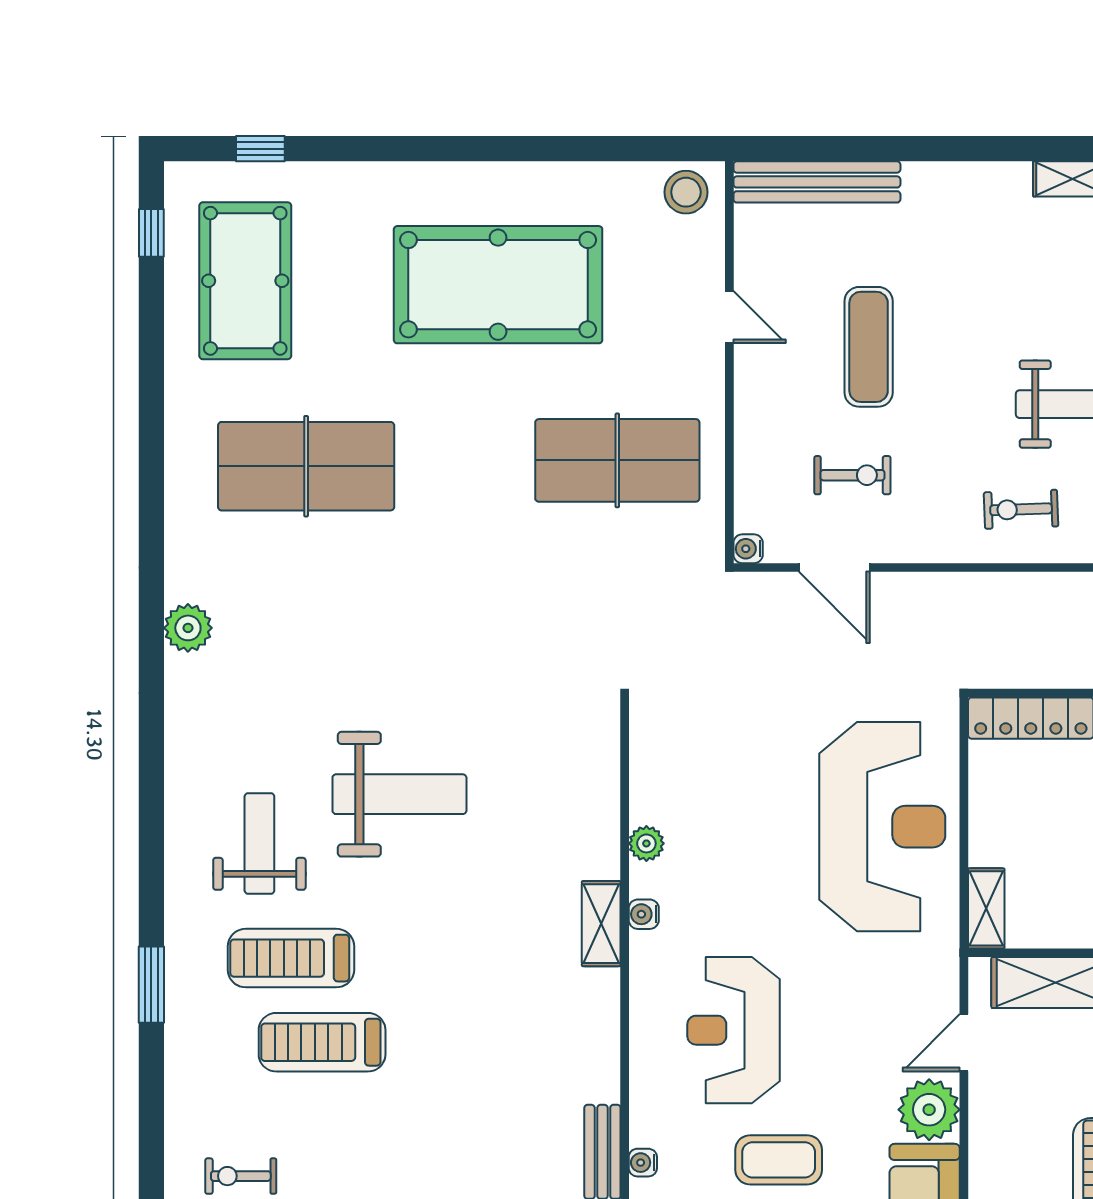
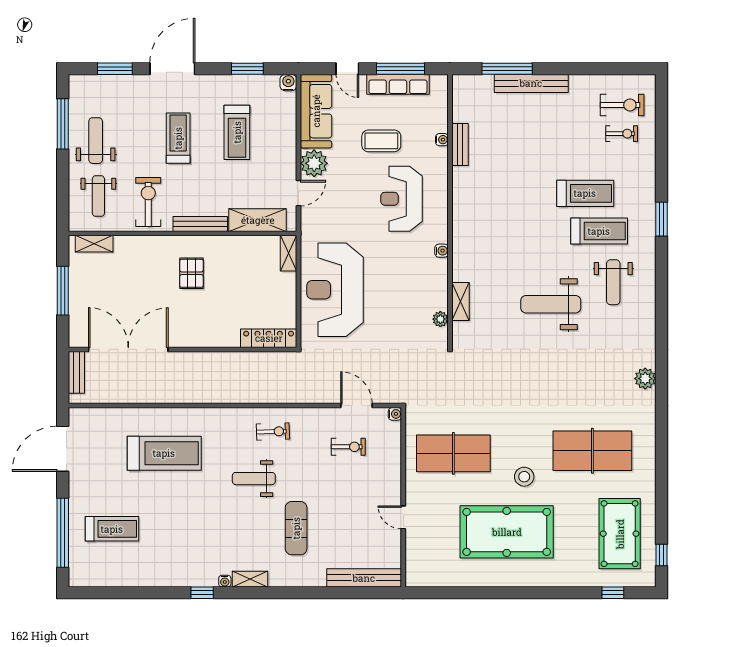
stool: (686, 192) -> (524, 477), moved
exercise mat: (869, 347) -> (296, 528), moved
exercise bike: (852, 475) -> (348, 447), turned 180
plant: (646, 843) -> (440, 319), moved
shelving: (601, 924) -> (461, 301), moved
reception desk: (733, 1030) -> (401, 199), turned 180

